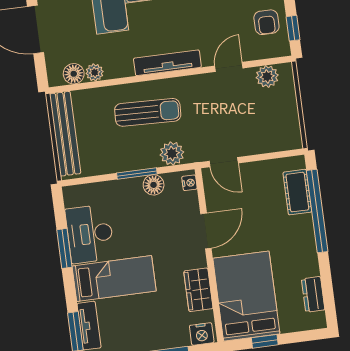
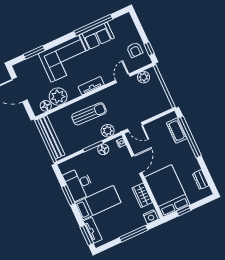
tv unit: (167, 63) -> (91, 86), width x0.71
plant: (95, 72) -> (58, 97), width x1.87, depth x1.87

